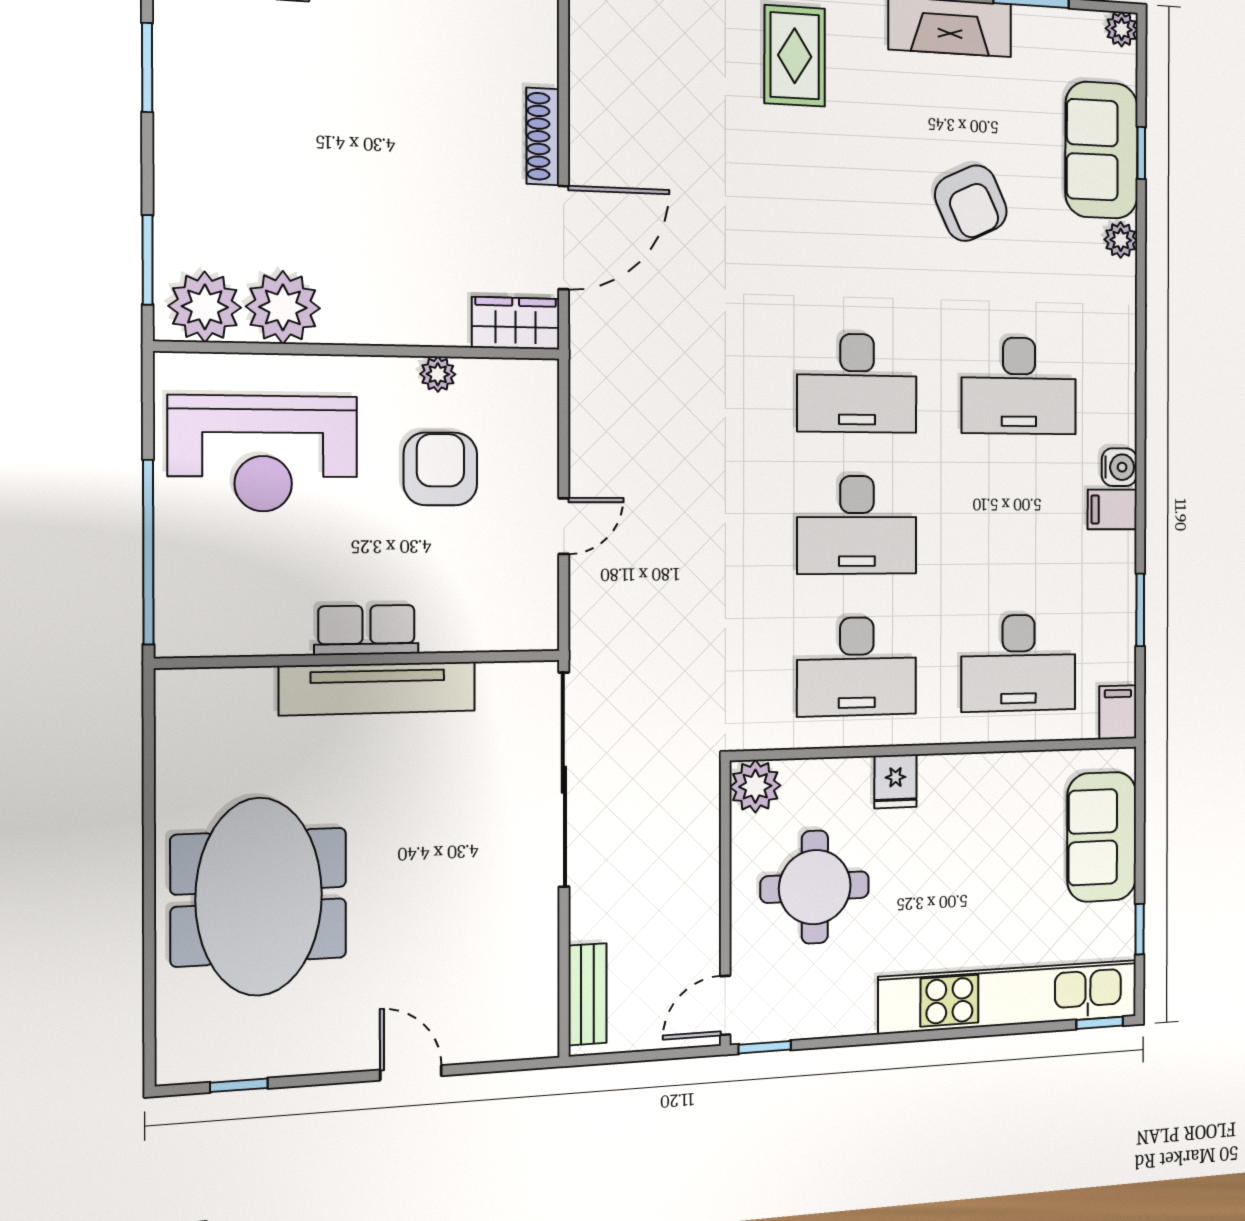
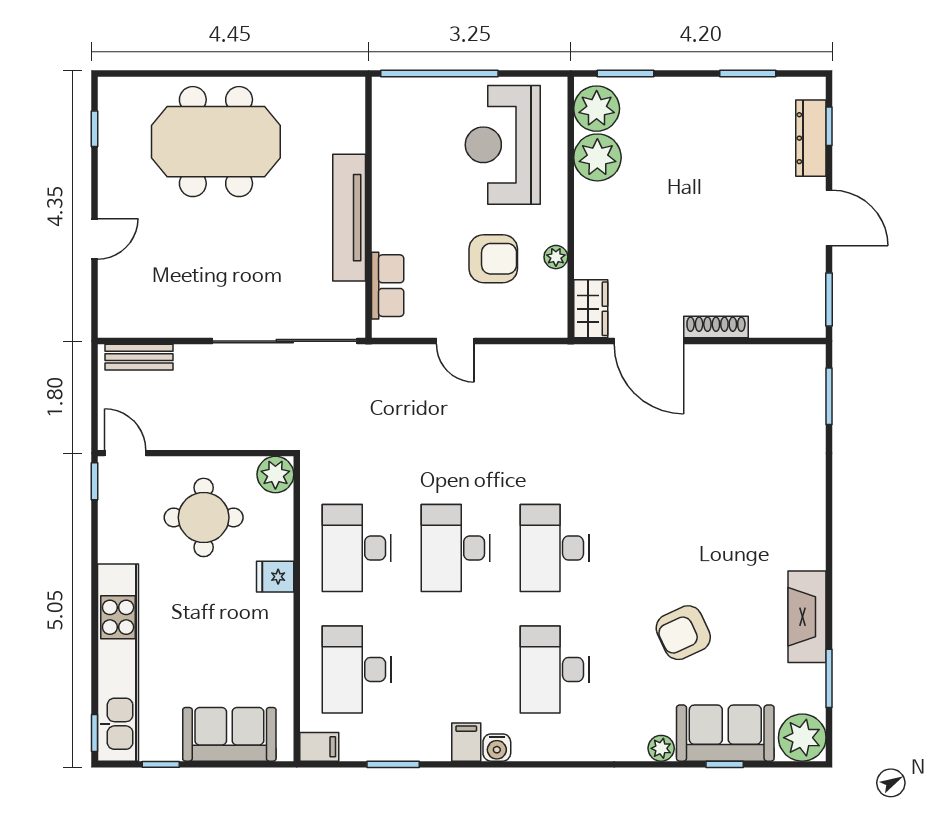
plant: (1122, 29) -> (802, 738), width x1.87, depth x1.87
rug: (795, 56) -> (780, 502), removed
row of seats: (366, 630) -> (388, 286), moved

